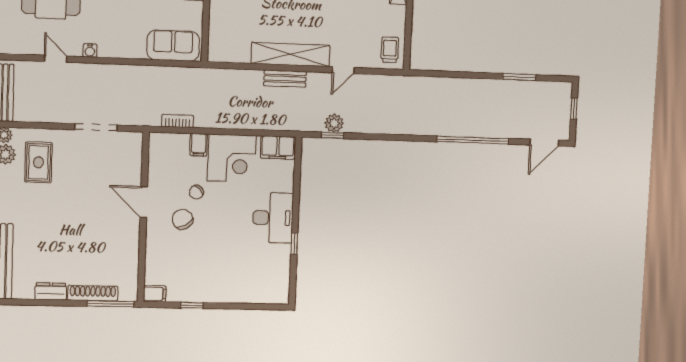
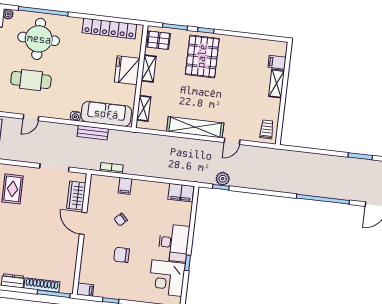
shelving: (216, 33) -> (144, 108), added
sofa: (173, 46) -> (106, 114), width x1.36
water cooler: (90, 51) -> (75, 116), moved
door: (56, 59) -> (31, 118), swing flipped
bench: (285, 79) -> (93, 133), moved
corner desk: (232, 158) -> (167, 278), moved, turned 90
wardrobe: (131, 164) -> (76, 196), added
chair: (182, 219) -> (122, 255), moved, turned -60

